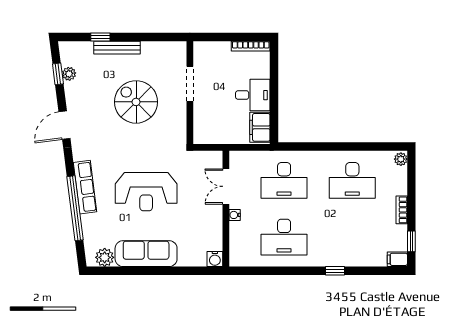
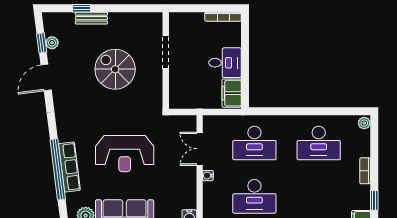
bench: (117, 48) -> (91, 18), width x0.73
door: (64, 125) -> (46, 77), moved
row of seats: (85, 187) -> (69, 167), moved

